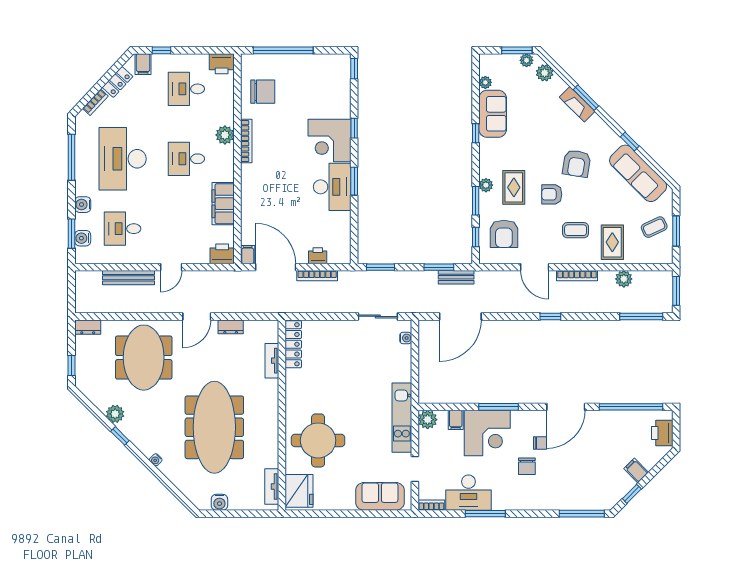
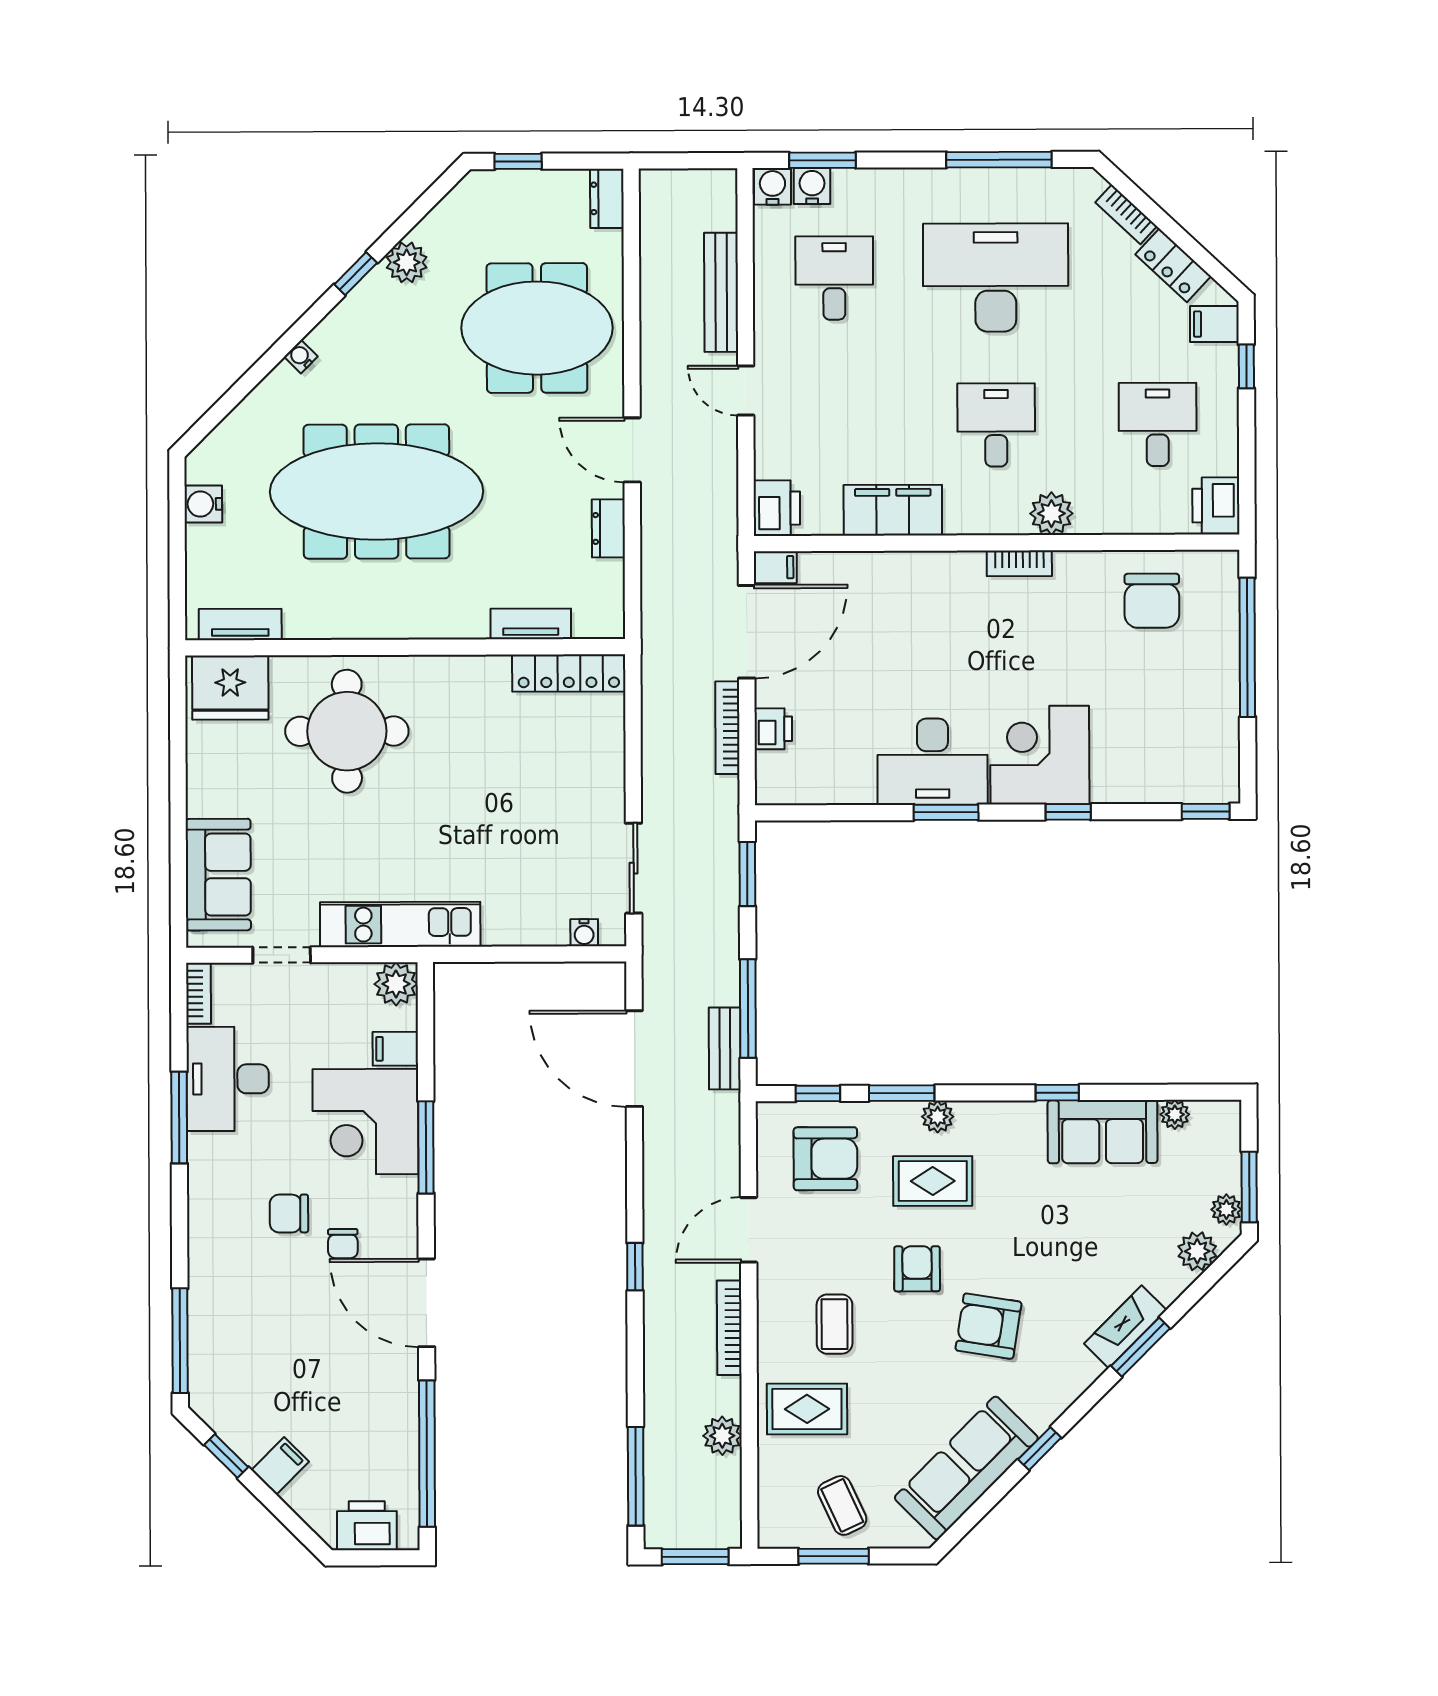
bookcase: (246, 141) -> (1019, 563), width x0.64
water cooler: (83, 205) -> (773, 186), moved
armchair: (504, 234) -> (825, 1159), turned 180
window: (439, 267) -> (748, 1009), width x1.44

